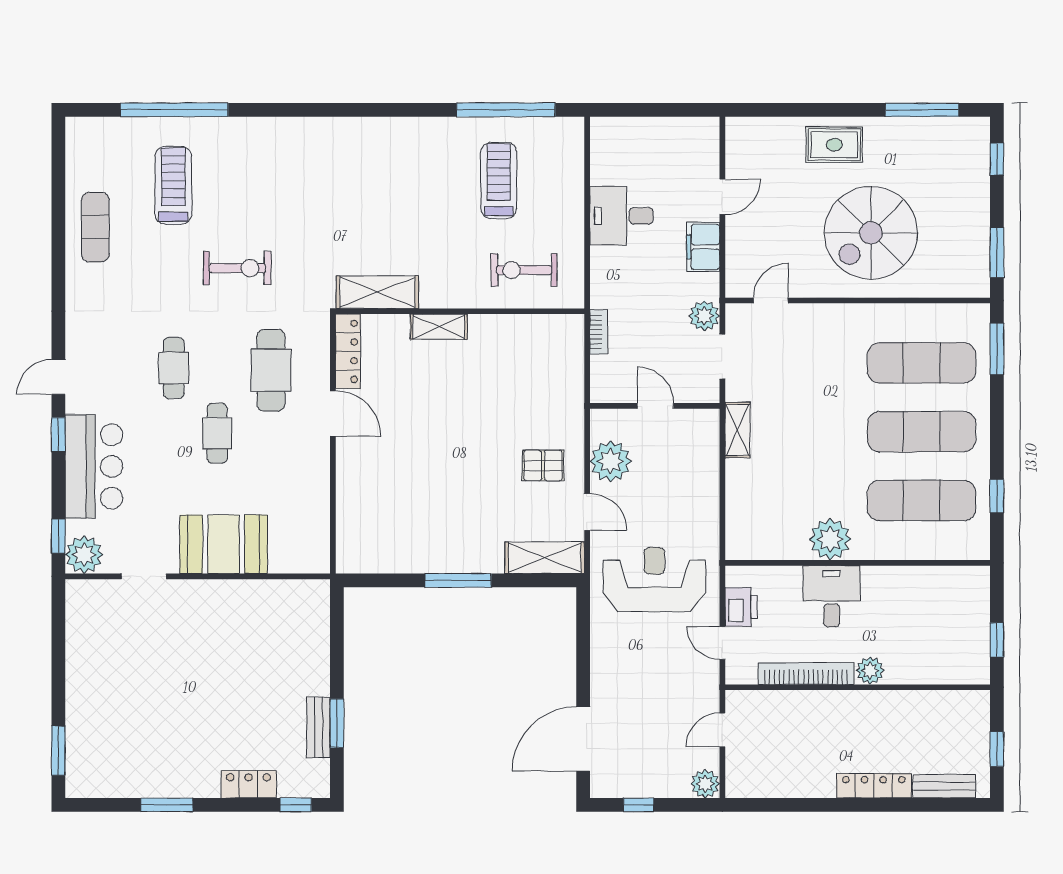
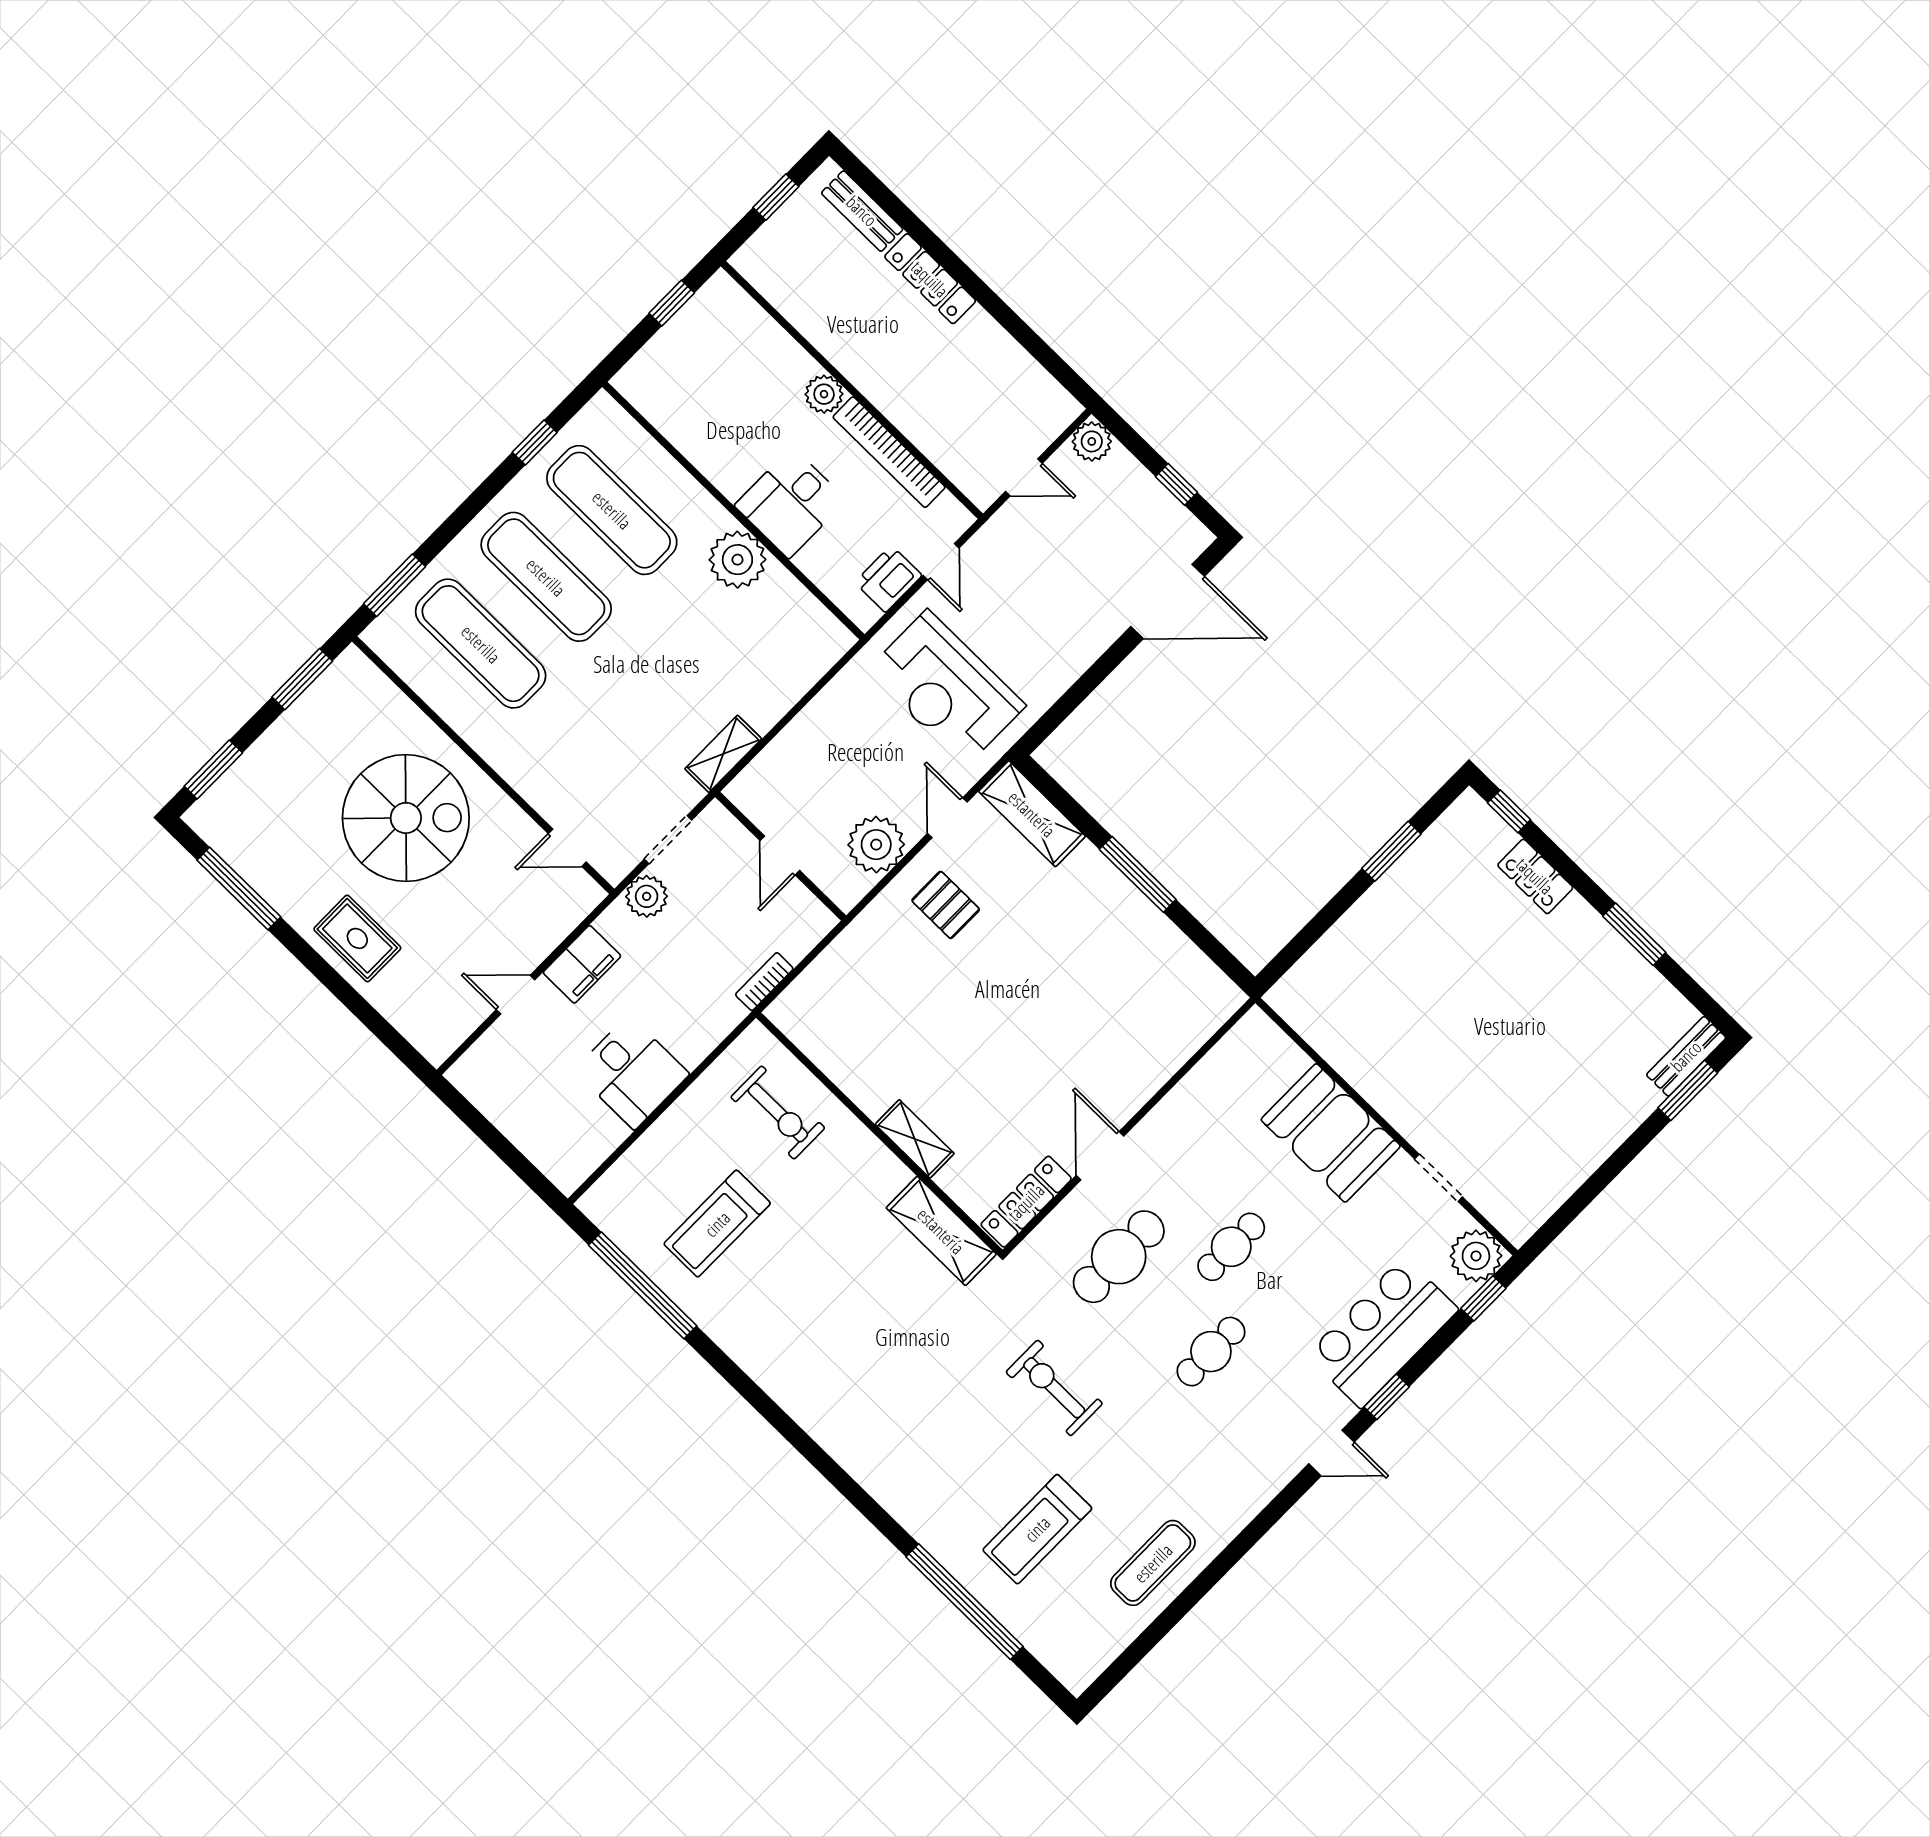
window: (997, 159) -> (213, 769), width x1.50
bench: (319, 727) -> (1686, 1056), moved

